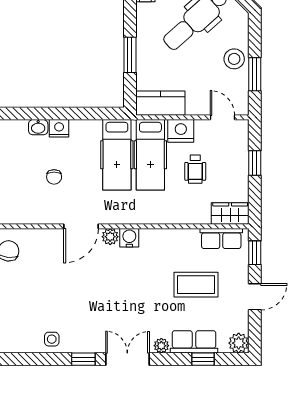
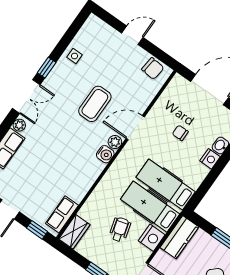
wheelchair: (195, 169) -> (120, 230), turned 74
door: (81, 226) -> (135, 128), hinge flipped
coffee table: (196, 285) -> (95, 104), moved

